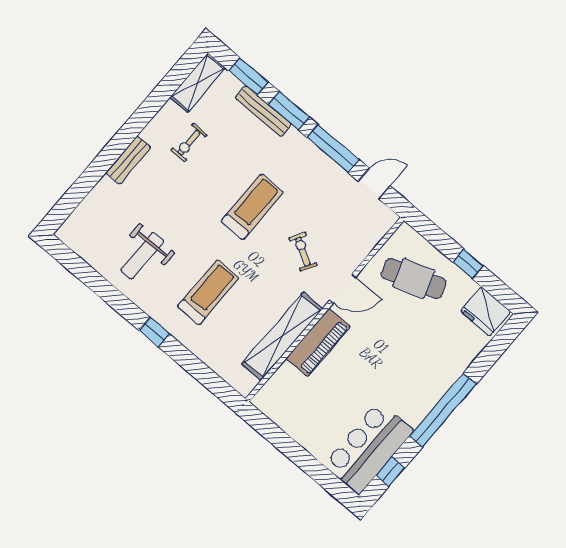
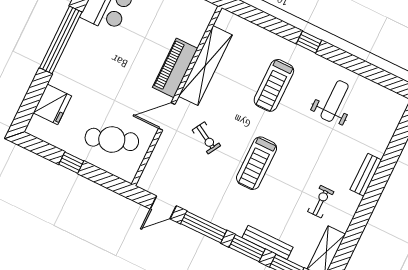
fridge: (486, 311) -> (52, 104), moved, turned 90

